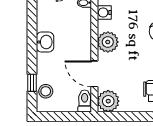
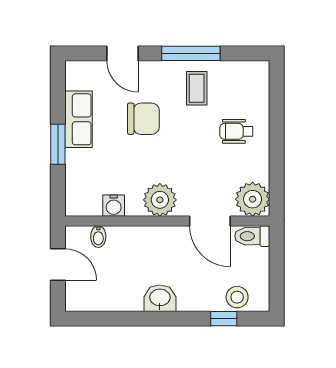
door: (94, 74) -> (210, 221), hinge flipped

